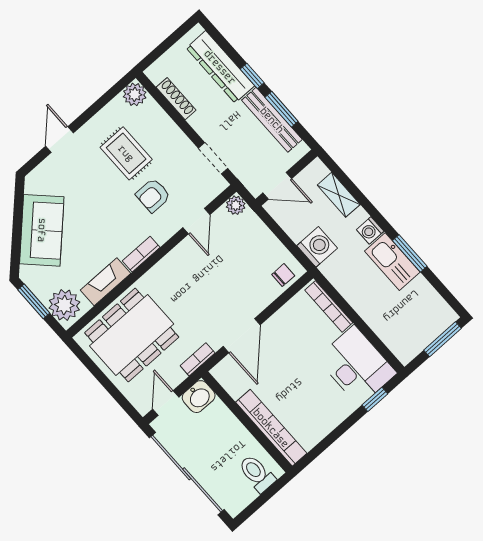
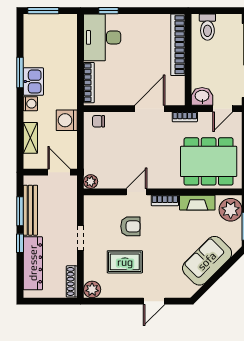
shoe rack: (176, 99) -> (72, 281), moved
rug: (126, 153) -> (125, 262), turned 90
doorway: (213, 158) -> (80, 238), moved
door: (196, 221) -> (137, 192), moved
kitchen sink: (392, 262) -> (33, 82), width x0.73

